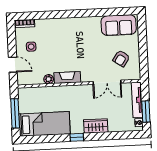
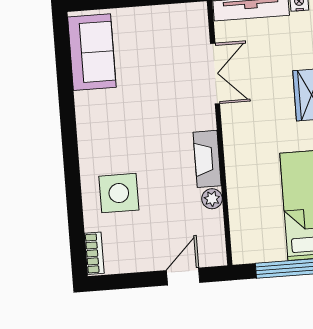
side table: (31, 47) -> (119, 193), moved, width x1.87, depth x1.87
armchair: (121, 58) -> (163, 44), removed

